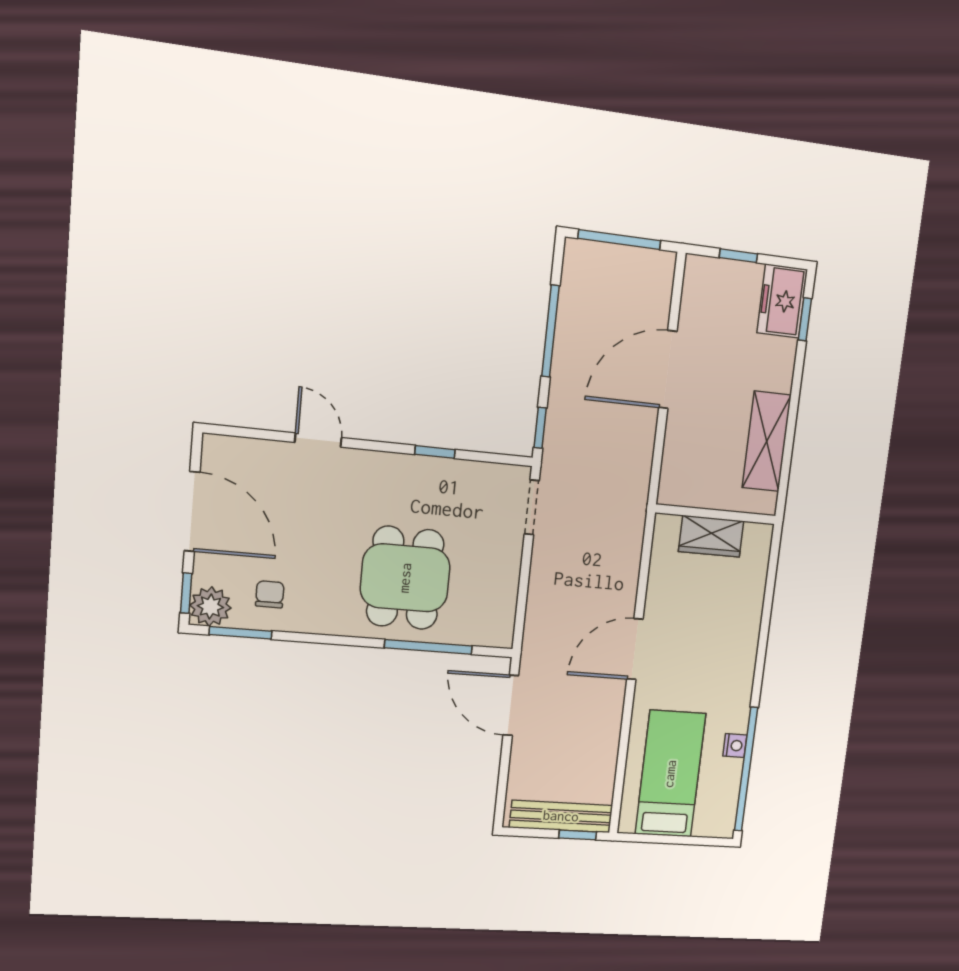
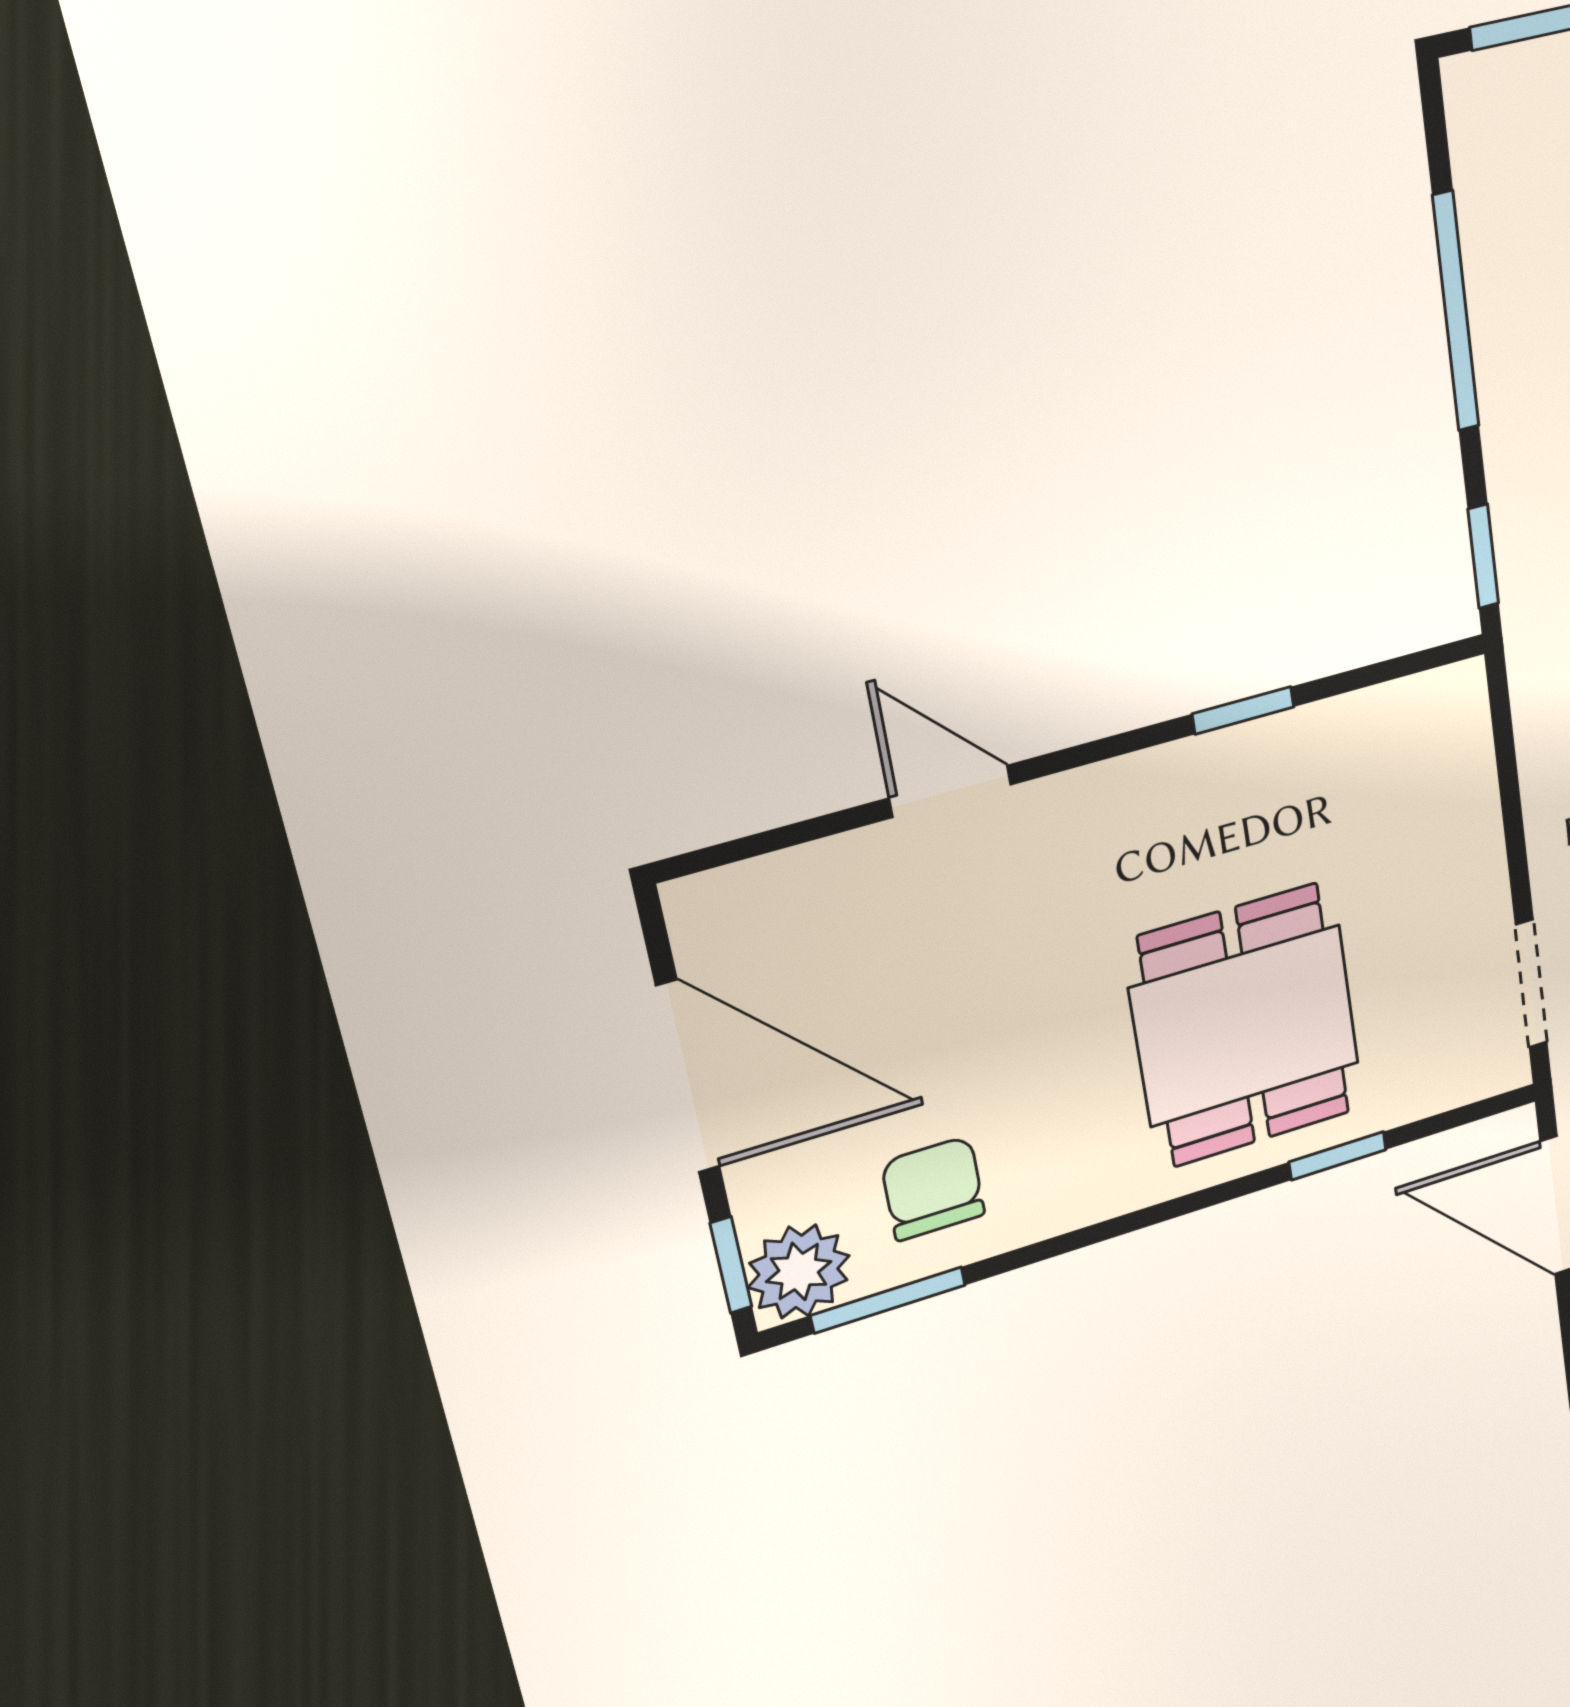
doorway: (532, 507) -> (1531, 984), moved
chair: (270, 594) -> (933, 1189), width x1.37, depth x1.37
window: (428, 647) -> (1338, 1156), width x0.46

